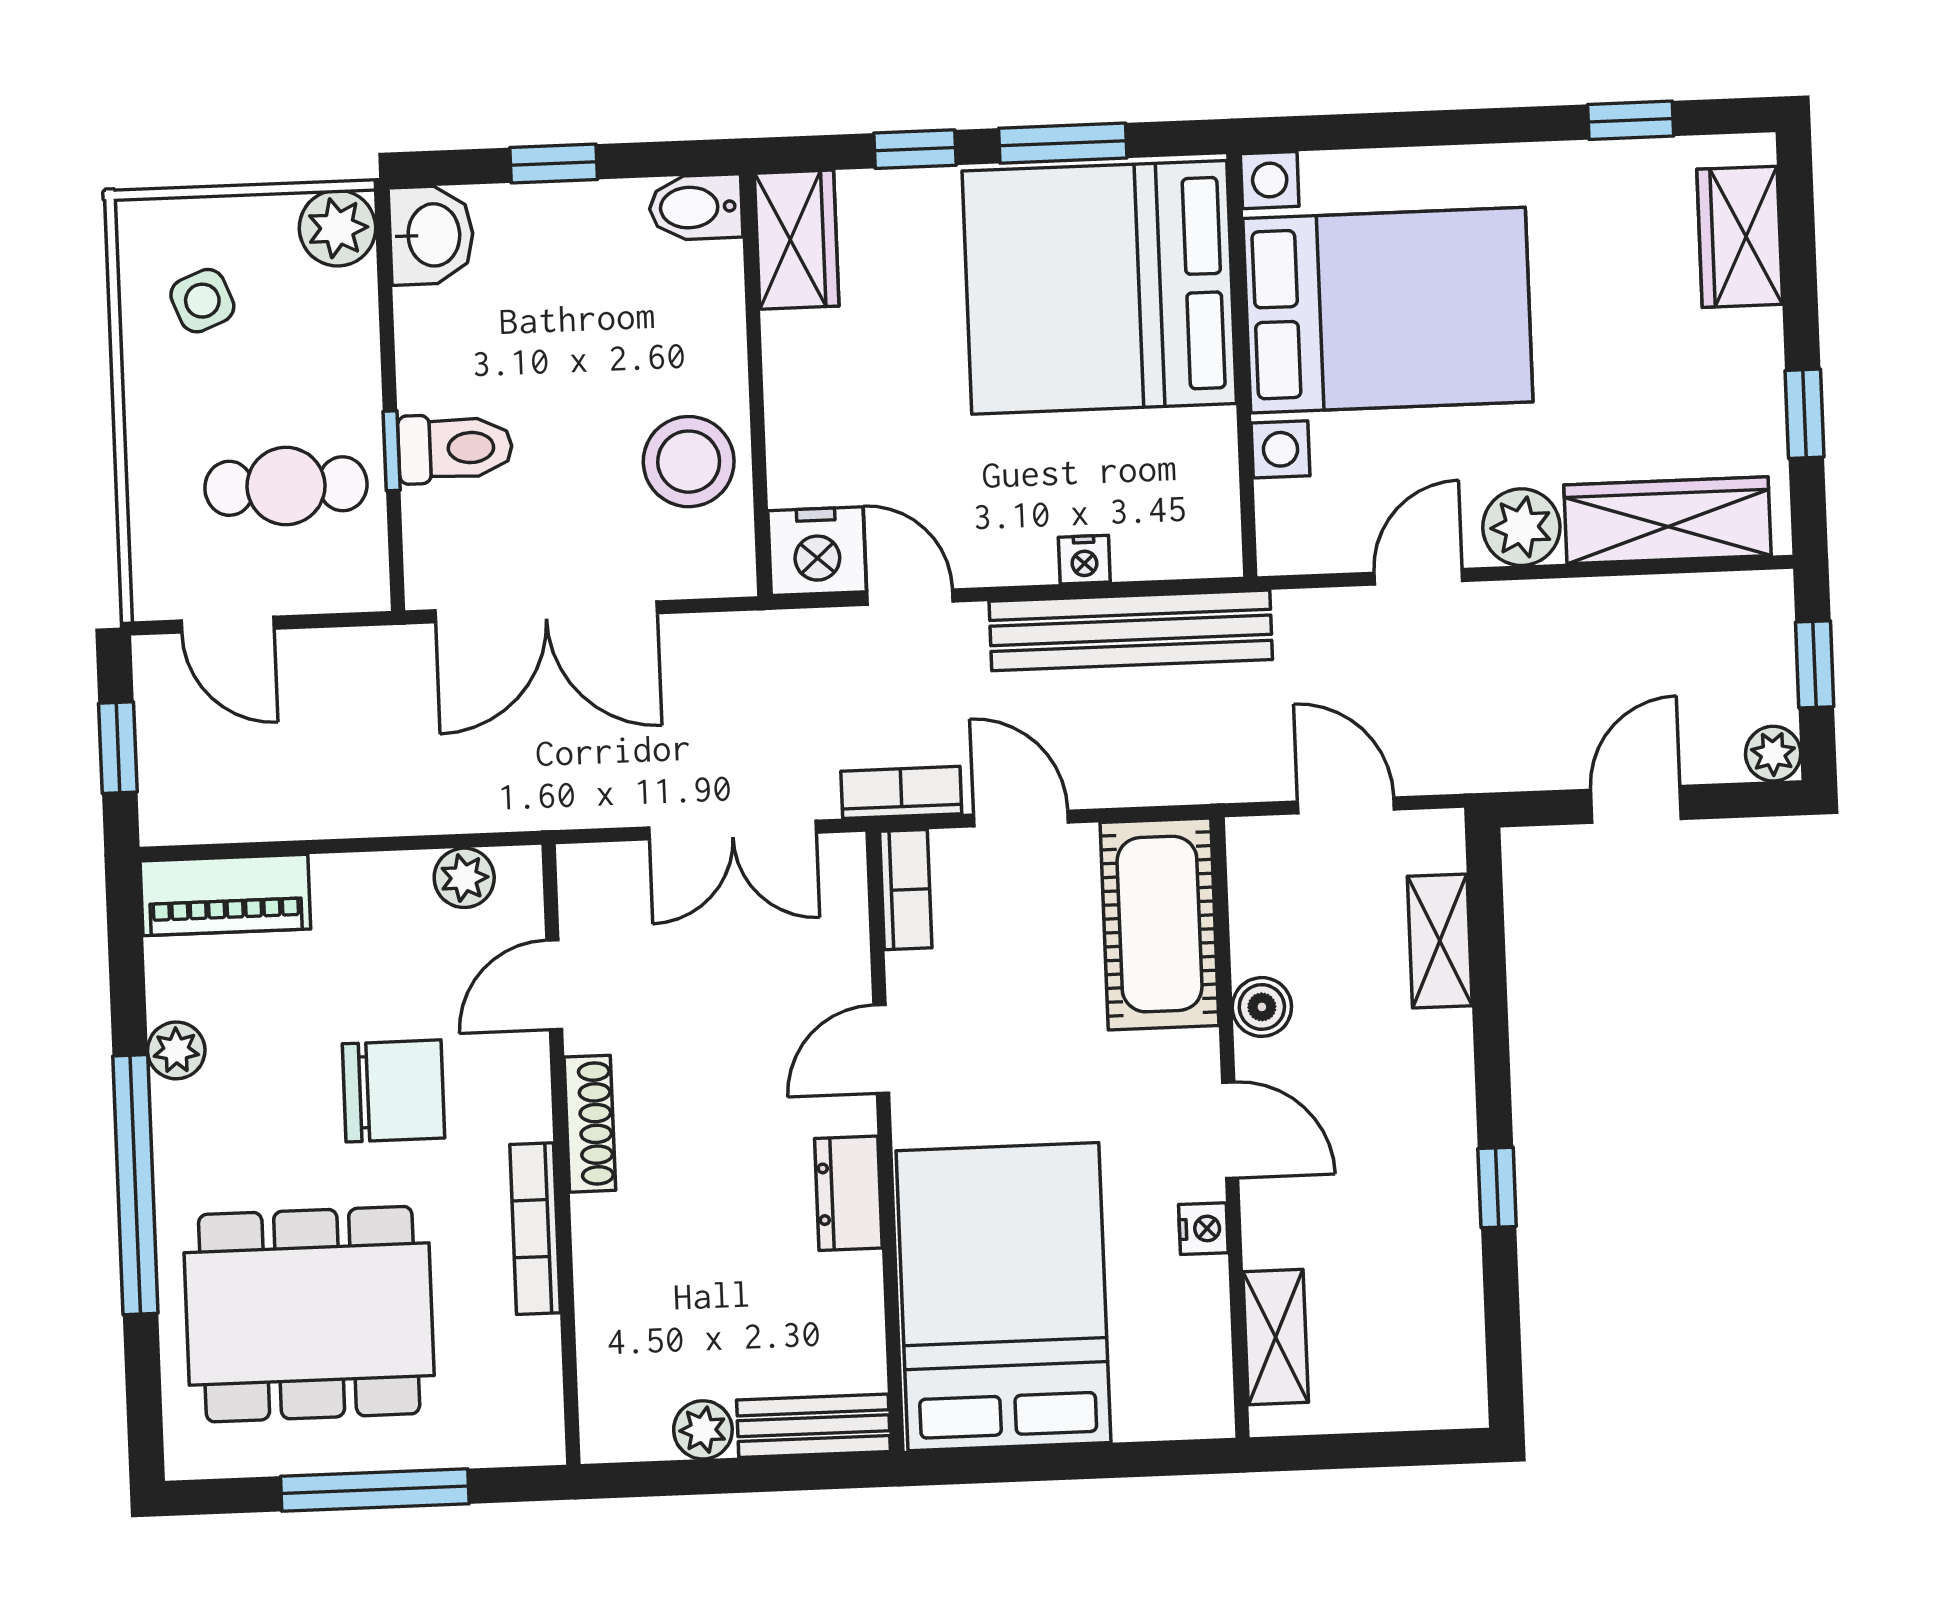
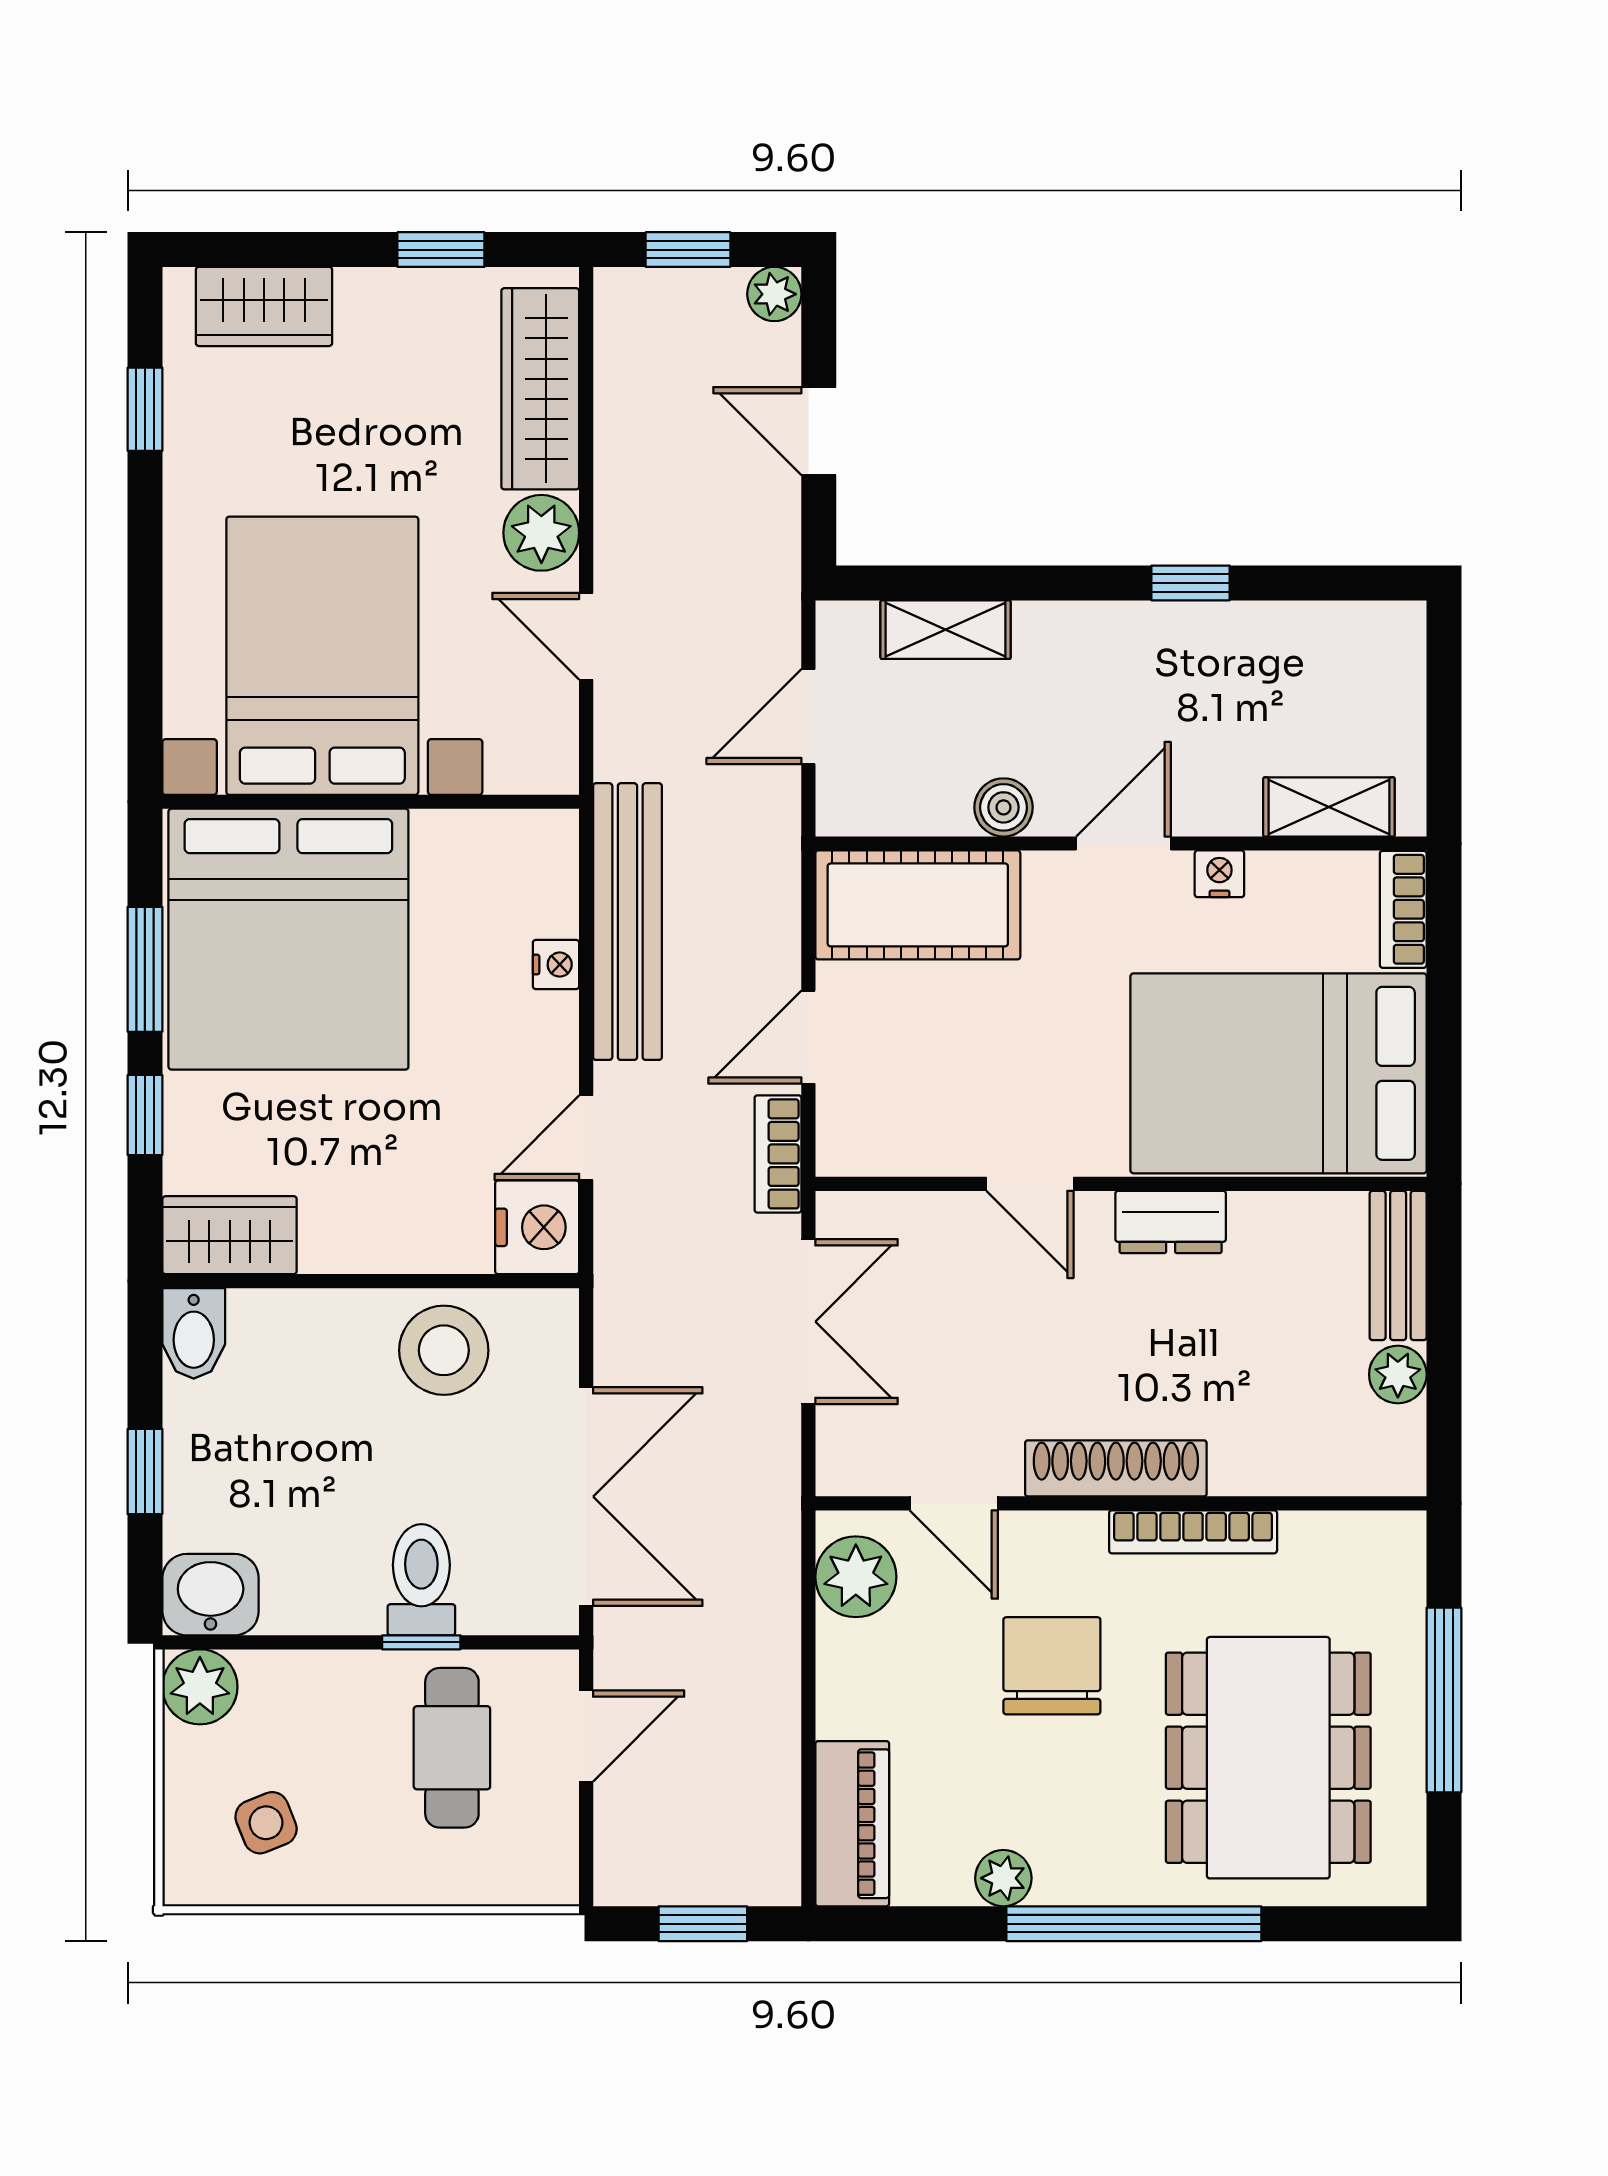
door: (228, 625) -> (586, 1736), moved
plant: (464, 878) -> (856, 1577), width x1.38, depth x1.38
bookcase: (906, 890) -> (1403, 909), moved, turned -90
shoe rack: (590, 1124) -> (1116, 1468), width x1.36, depth x1.24

